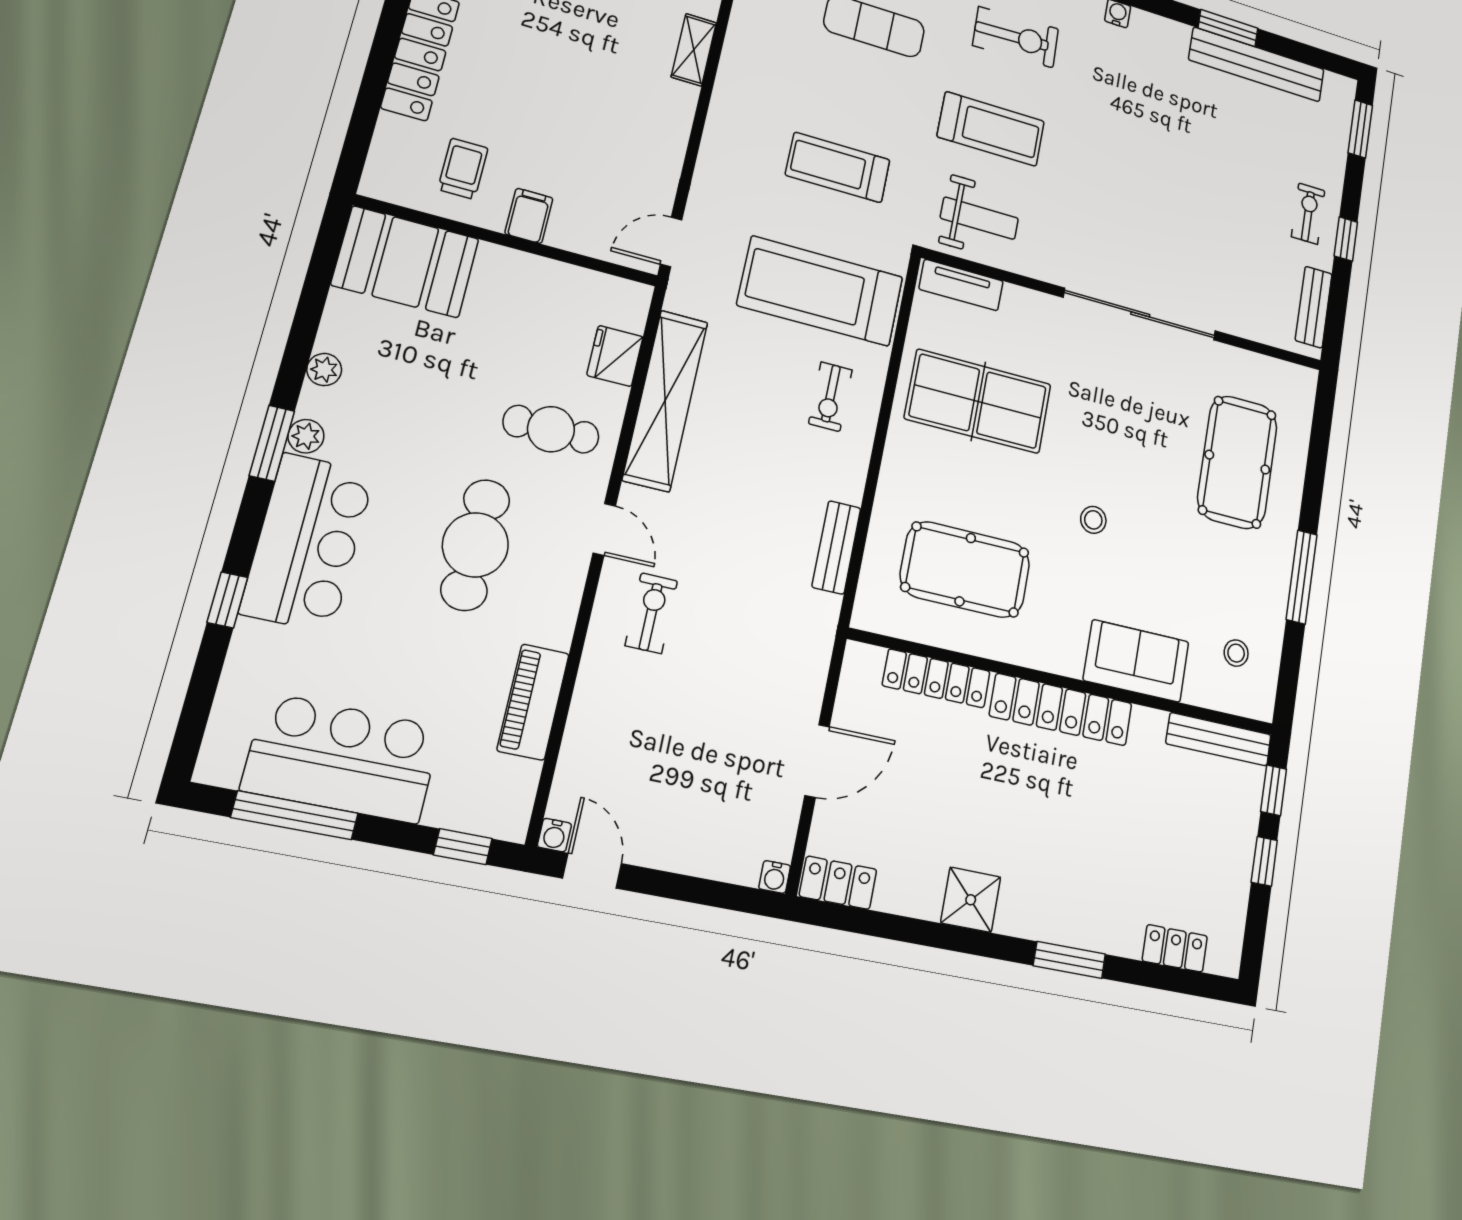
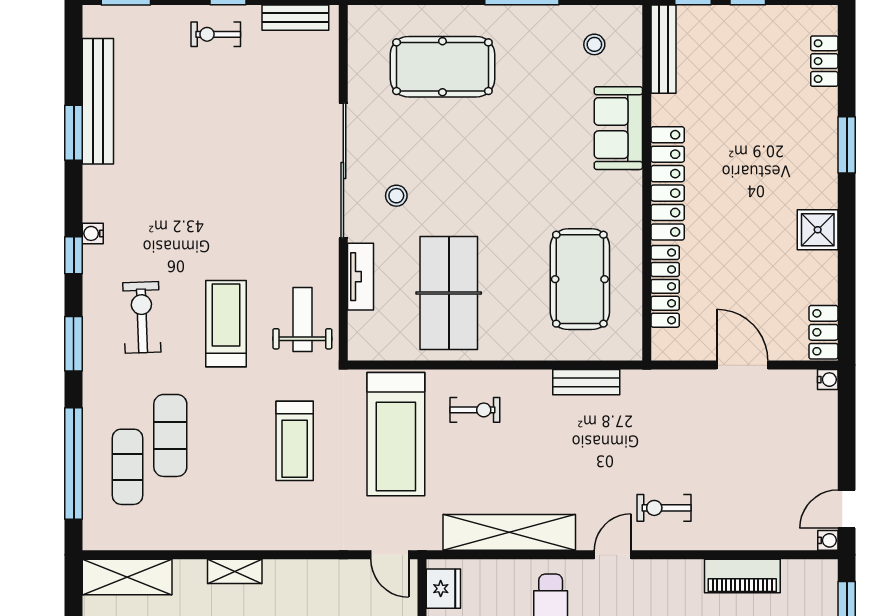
tv unit: (961, 285) -> (361, 277), moved
fridge: (615, 356) -> (443, 589), moved, turned -90
stool: (1093, 520) -> (396, 196), moved

